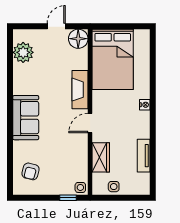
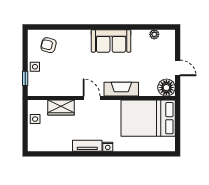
plant: (23, 52) -> (154, 34), width x0.53, depth x0.53
sofa: (26, 118) -> (111, 41), moved
tv unit: (144, 156) -> (87, 146), moved
side table: (80, 187) -> (35, 67), moved

